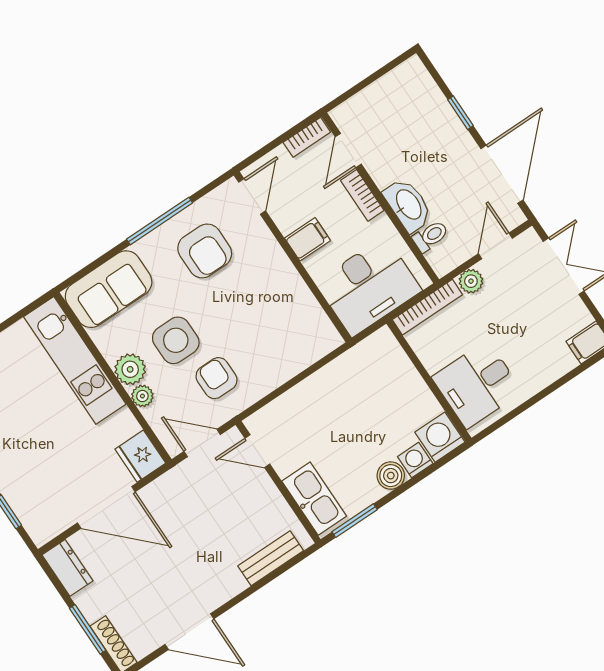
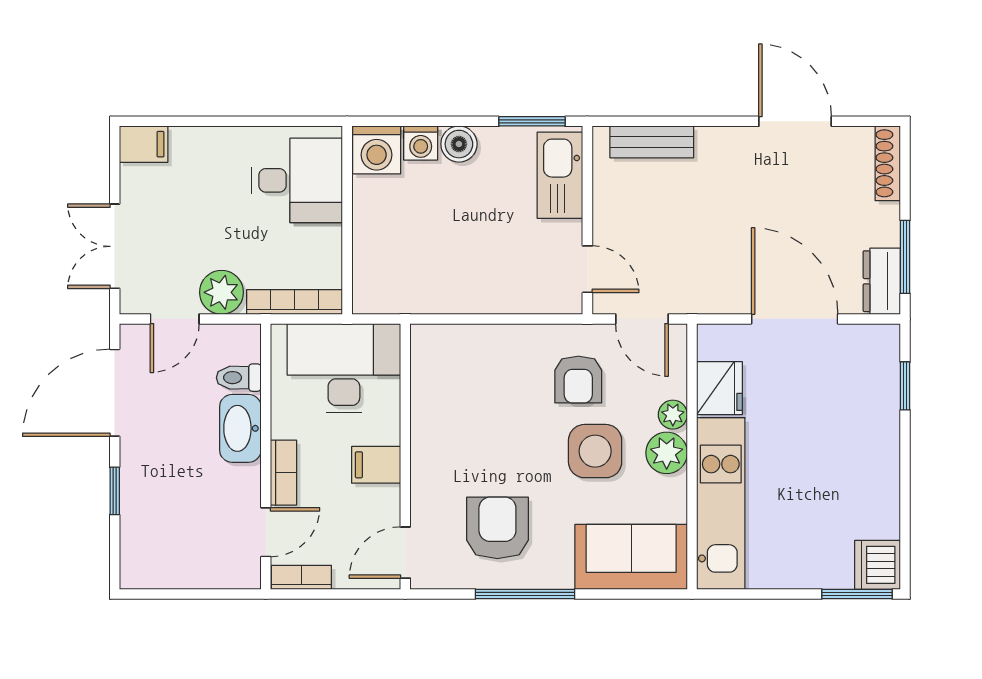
plant: (471, 281) -> (221, 292), width x1.38, depth x1.38
fridge: (140, 456) -> (719, 388), moved
window: (88, 629) -> (905, 257), moved

